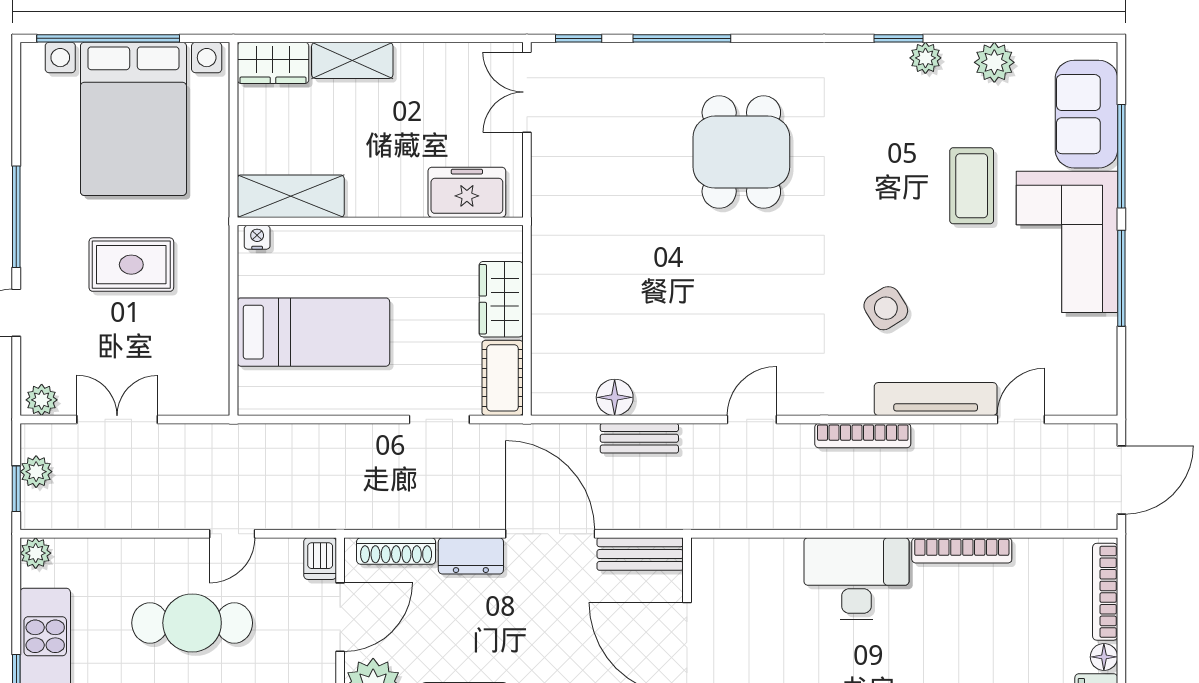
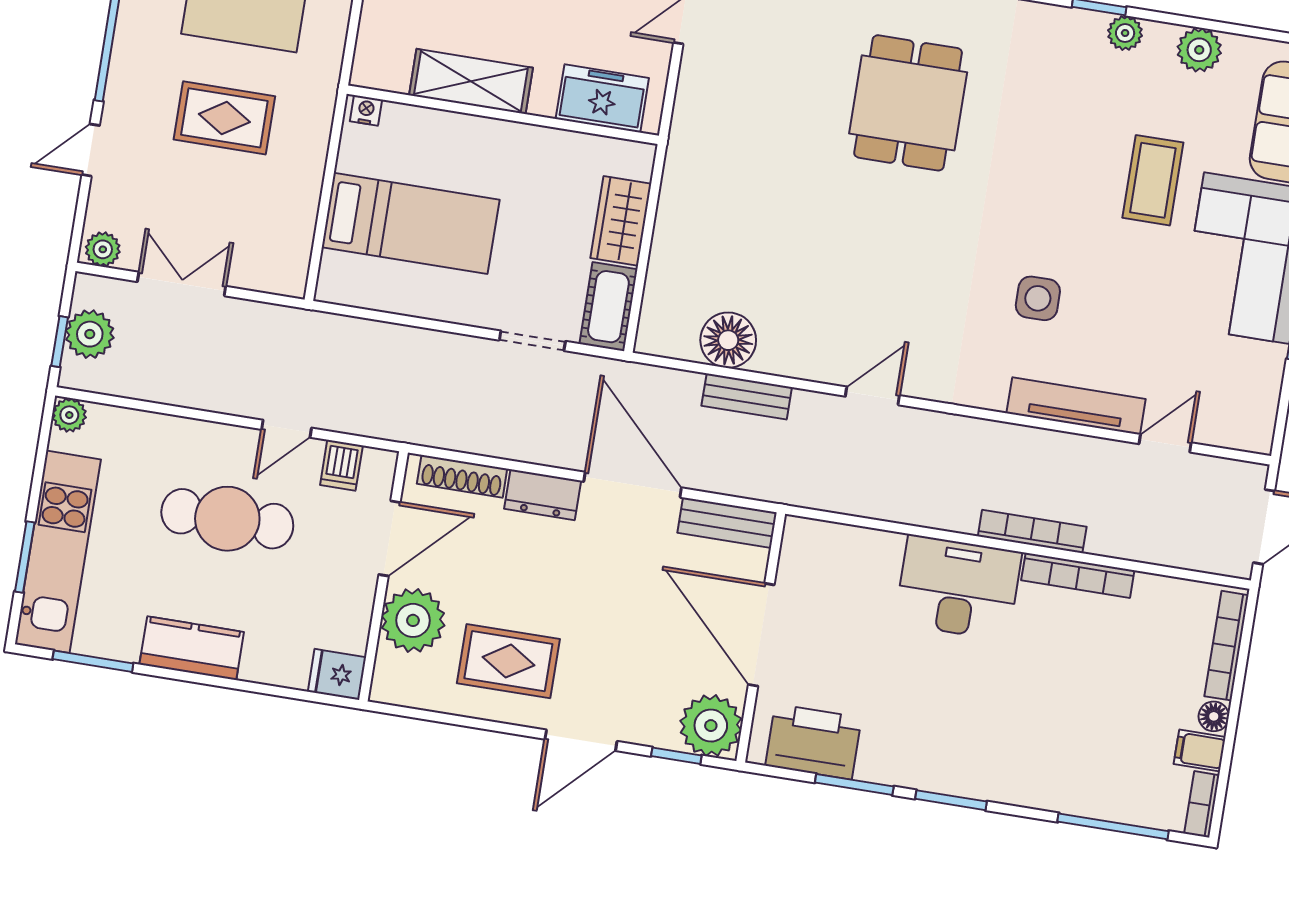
shelving: (291, 196) -> (471, 81), moved
side table: (886, 308) -> (1038, 298), turned 32
floor lamp: (615, 397) -> (728, 340), width x1.38, depth x1.38
bookcase: (863, 436) -> (1032, 531), moved, turned 180
plant: (36, 472) -> (90, 334), width x1.38, depth x1.38
dishwasher: (320, 559) -> (341, 465), moved

